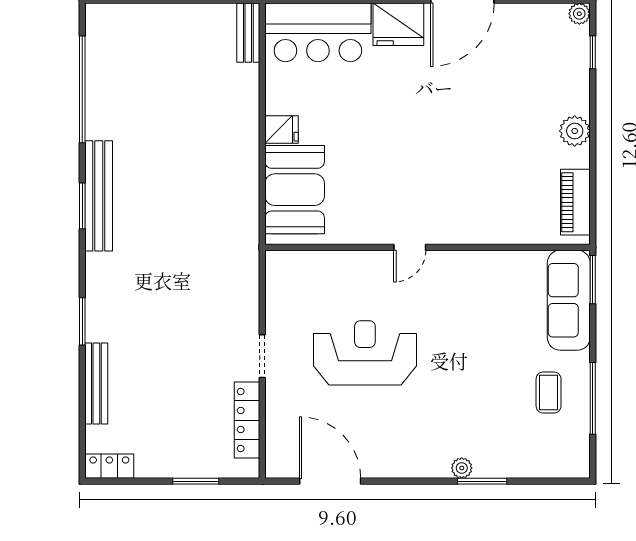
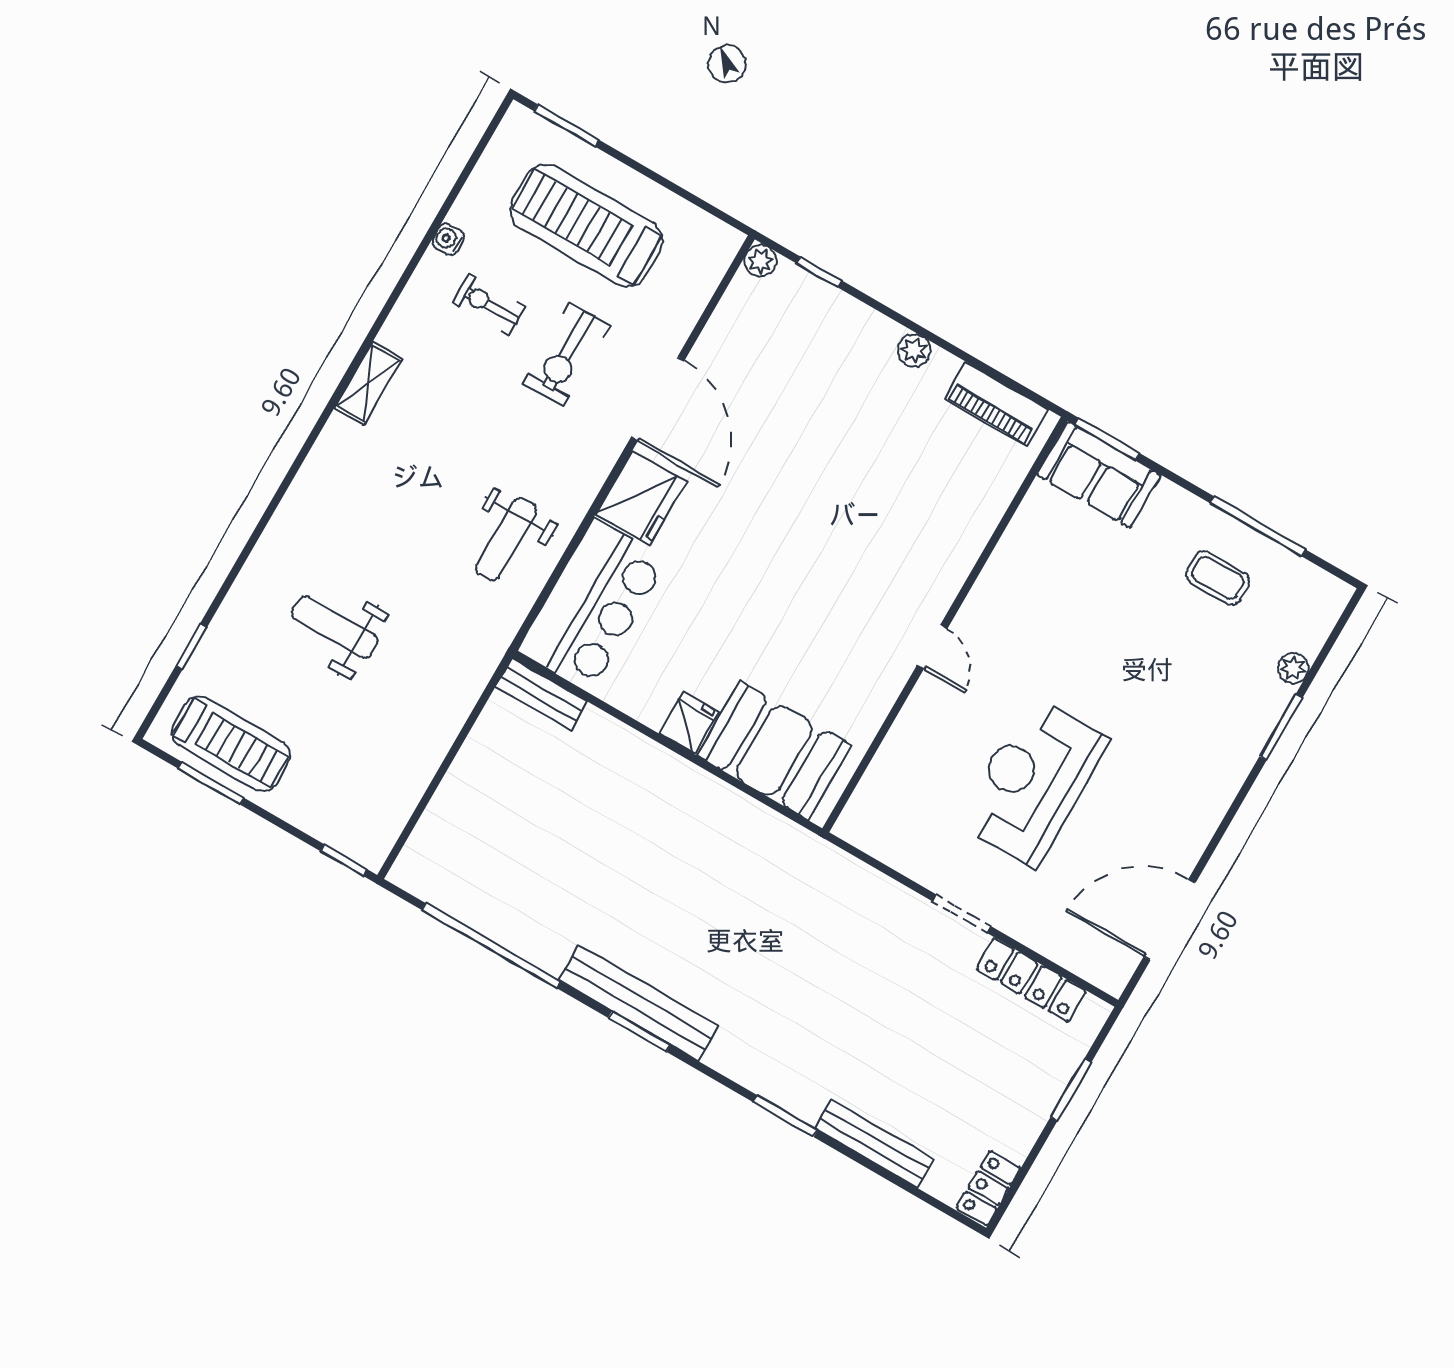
plant: (575, 131) -> (914, 350), width x0.73, depth x0.73
sofa: (569, 300) -> (1099, 475), width x0.73
plant: (462, 468) -> (1293, 668), moved

